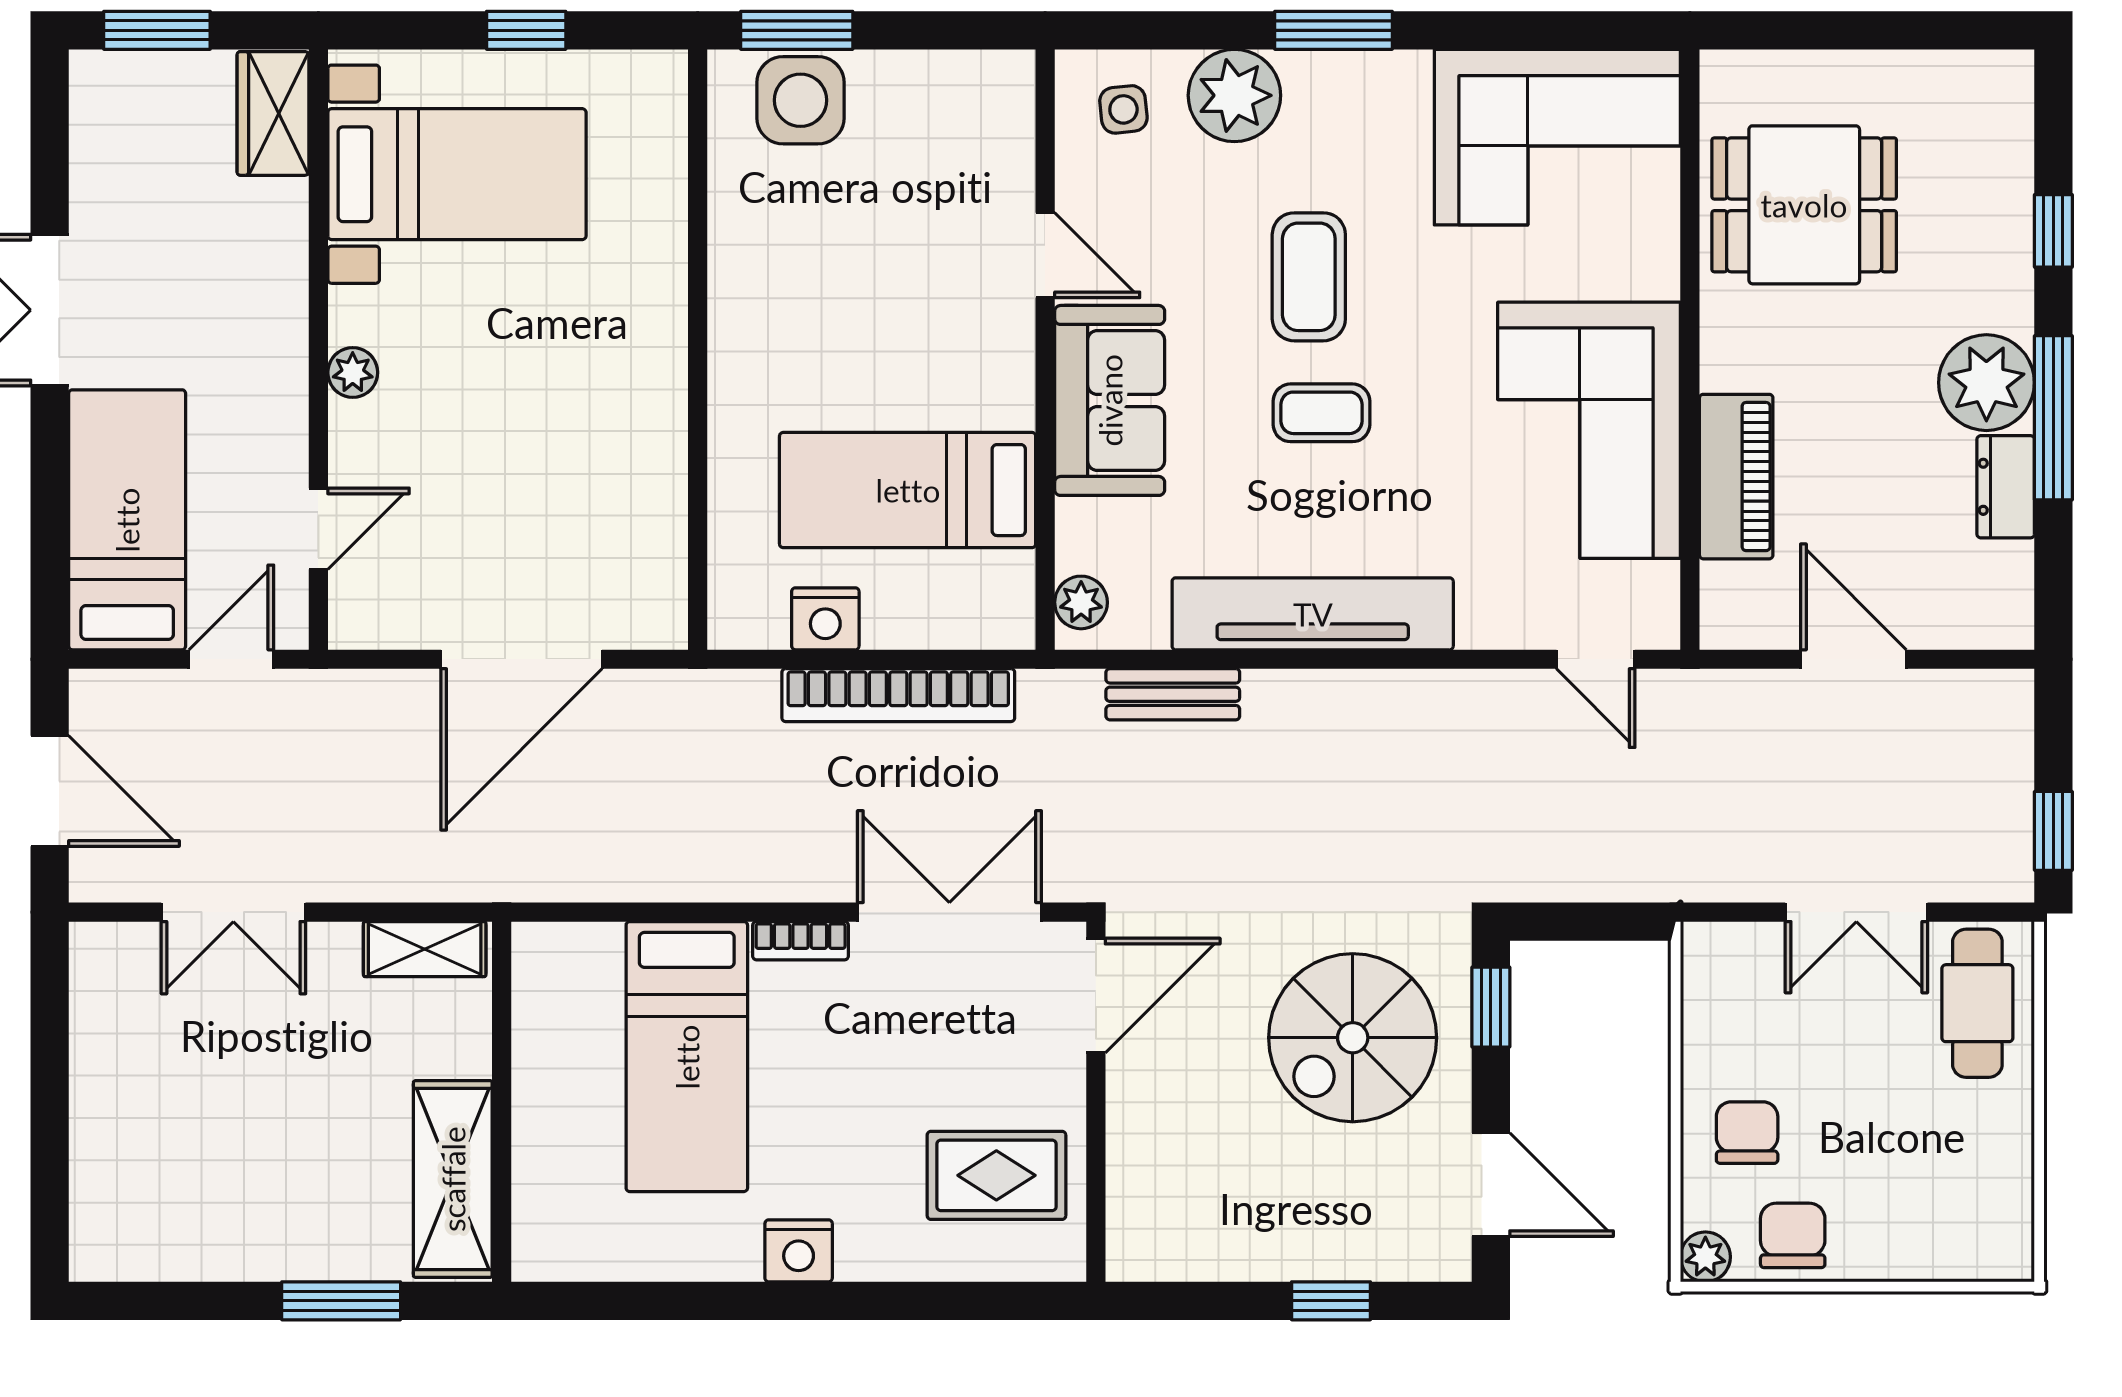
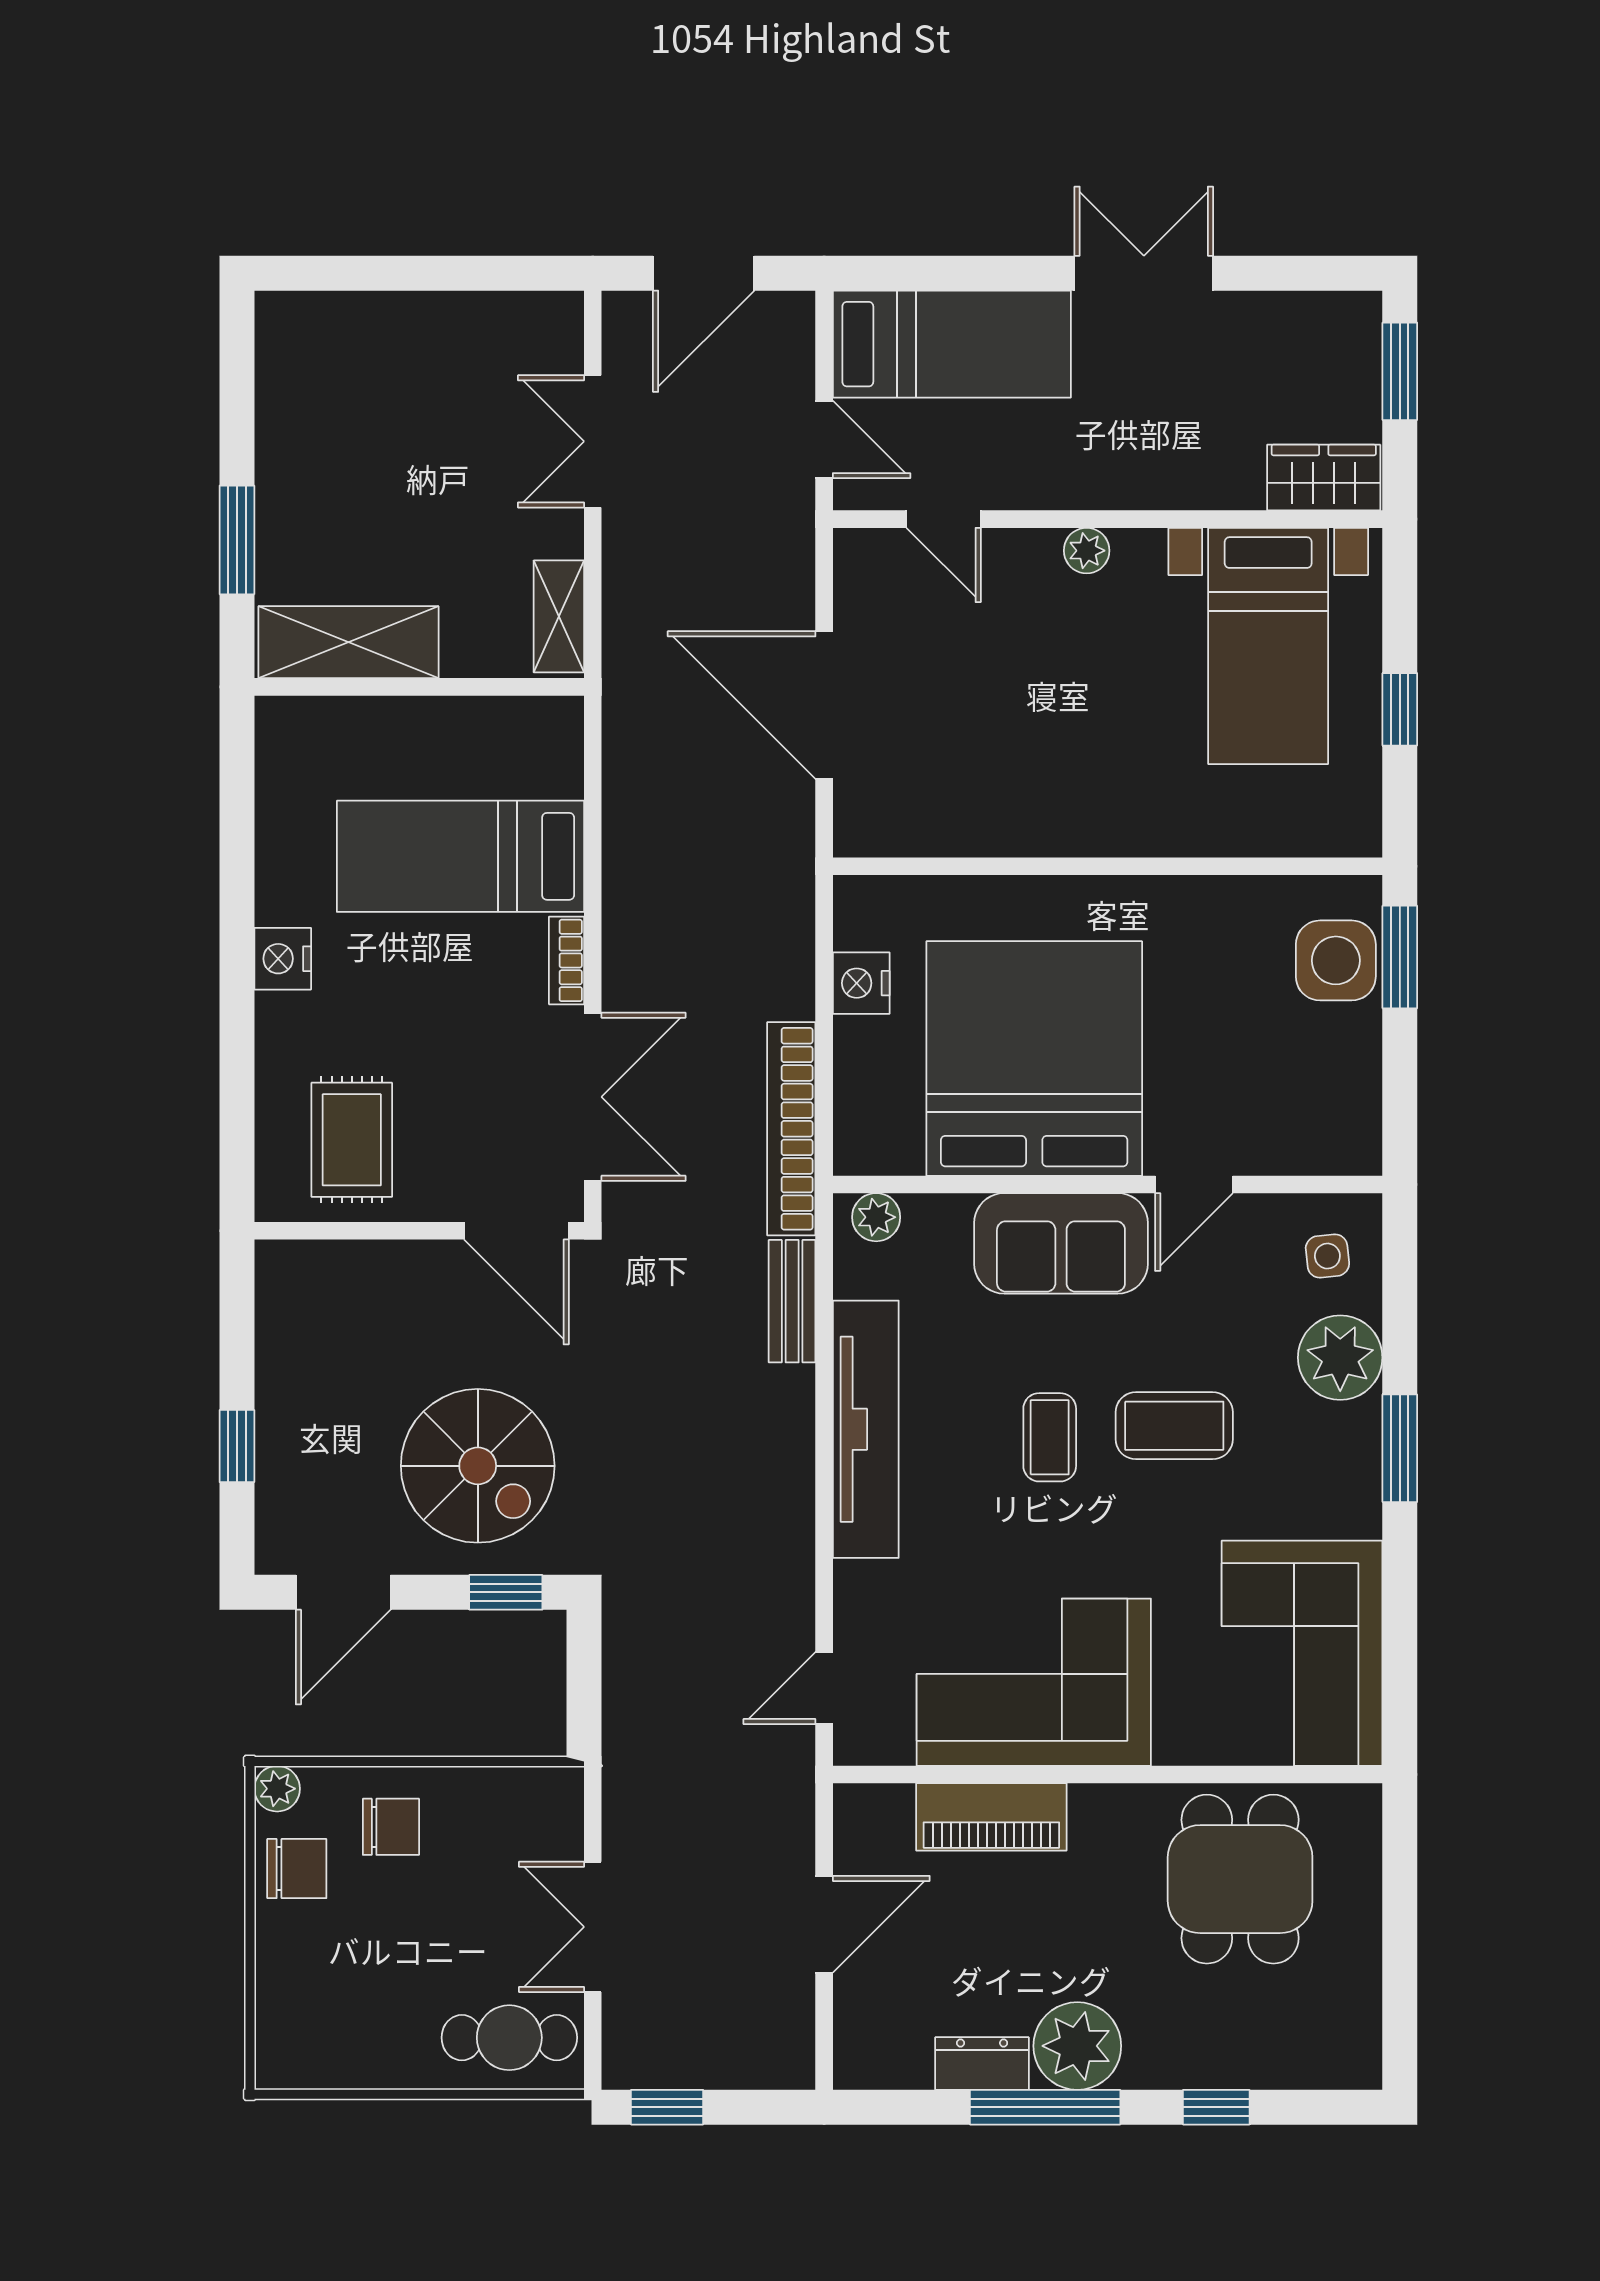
bed: (908, 490) -> (1034, 1058), width x2.04
bookcase: (898, 695) -> (791, 1129), moved
spiral stairs: (1353, 1038) -> (478, 1466), turned 180

